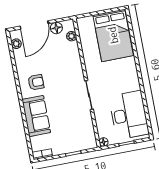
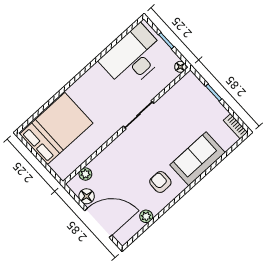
plant: (16, 44) -> (146, 216), moved

